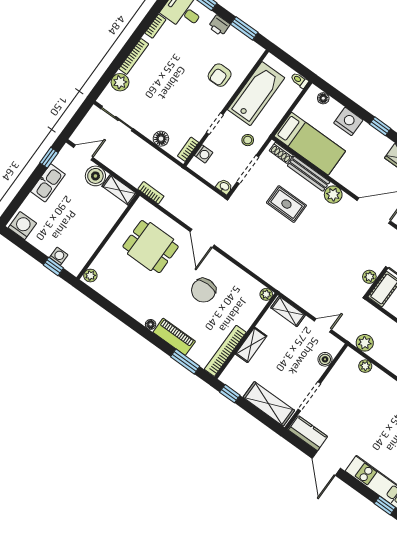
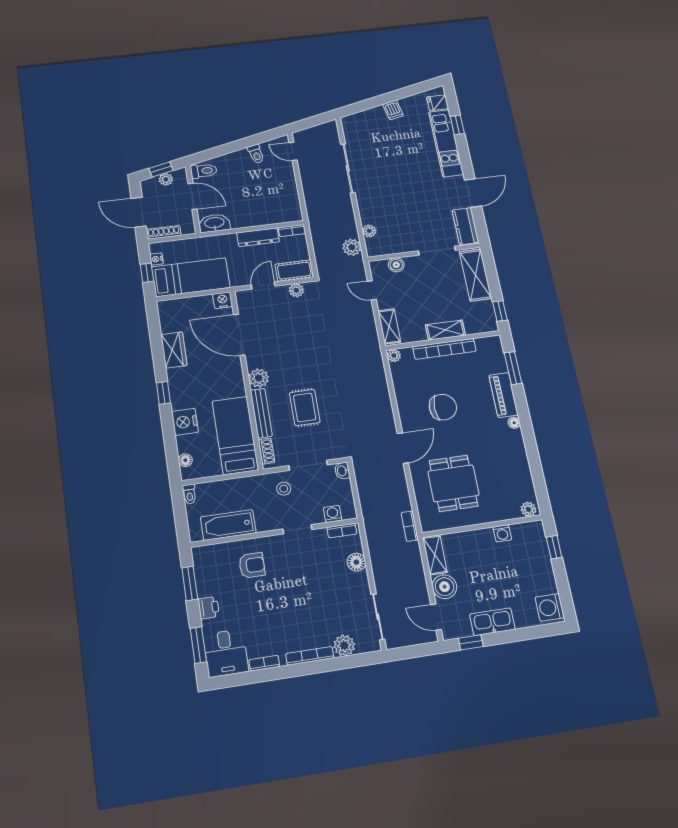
bathtub: (256, 94) -> (228, 525), width x0.73, depth x0.73
washing machine: (59, 256) -> (502, 533), moved, turned -90
bookcase: (225, 351) -> (444, 349), moved

